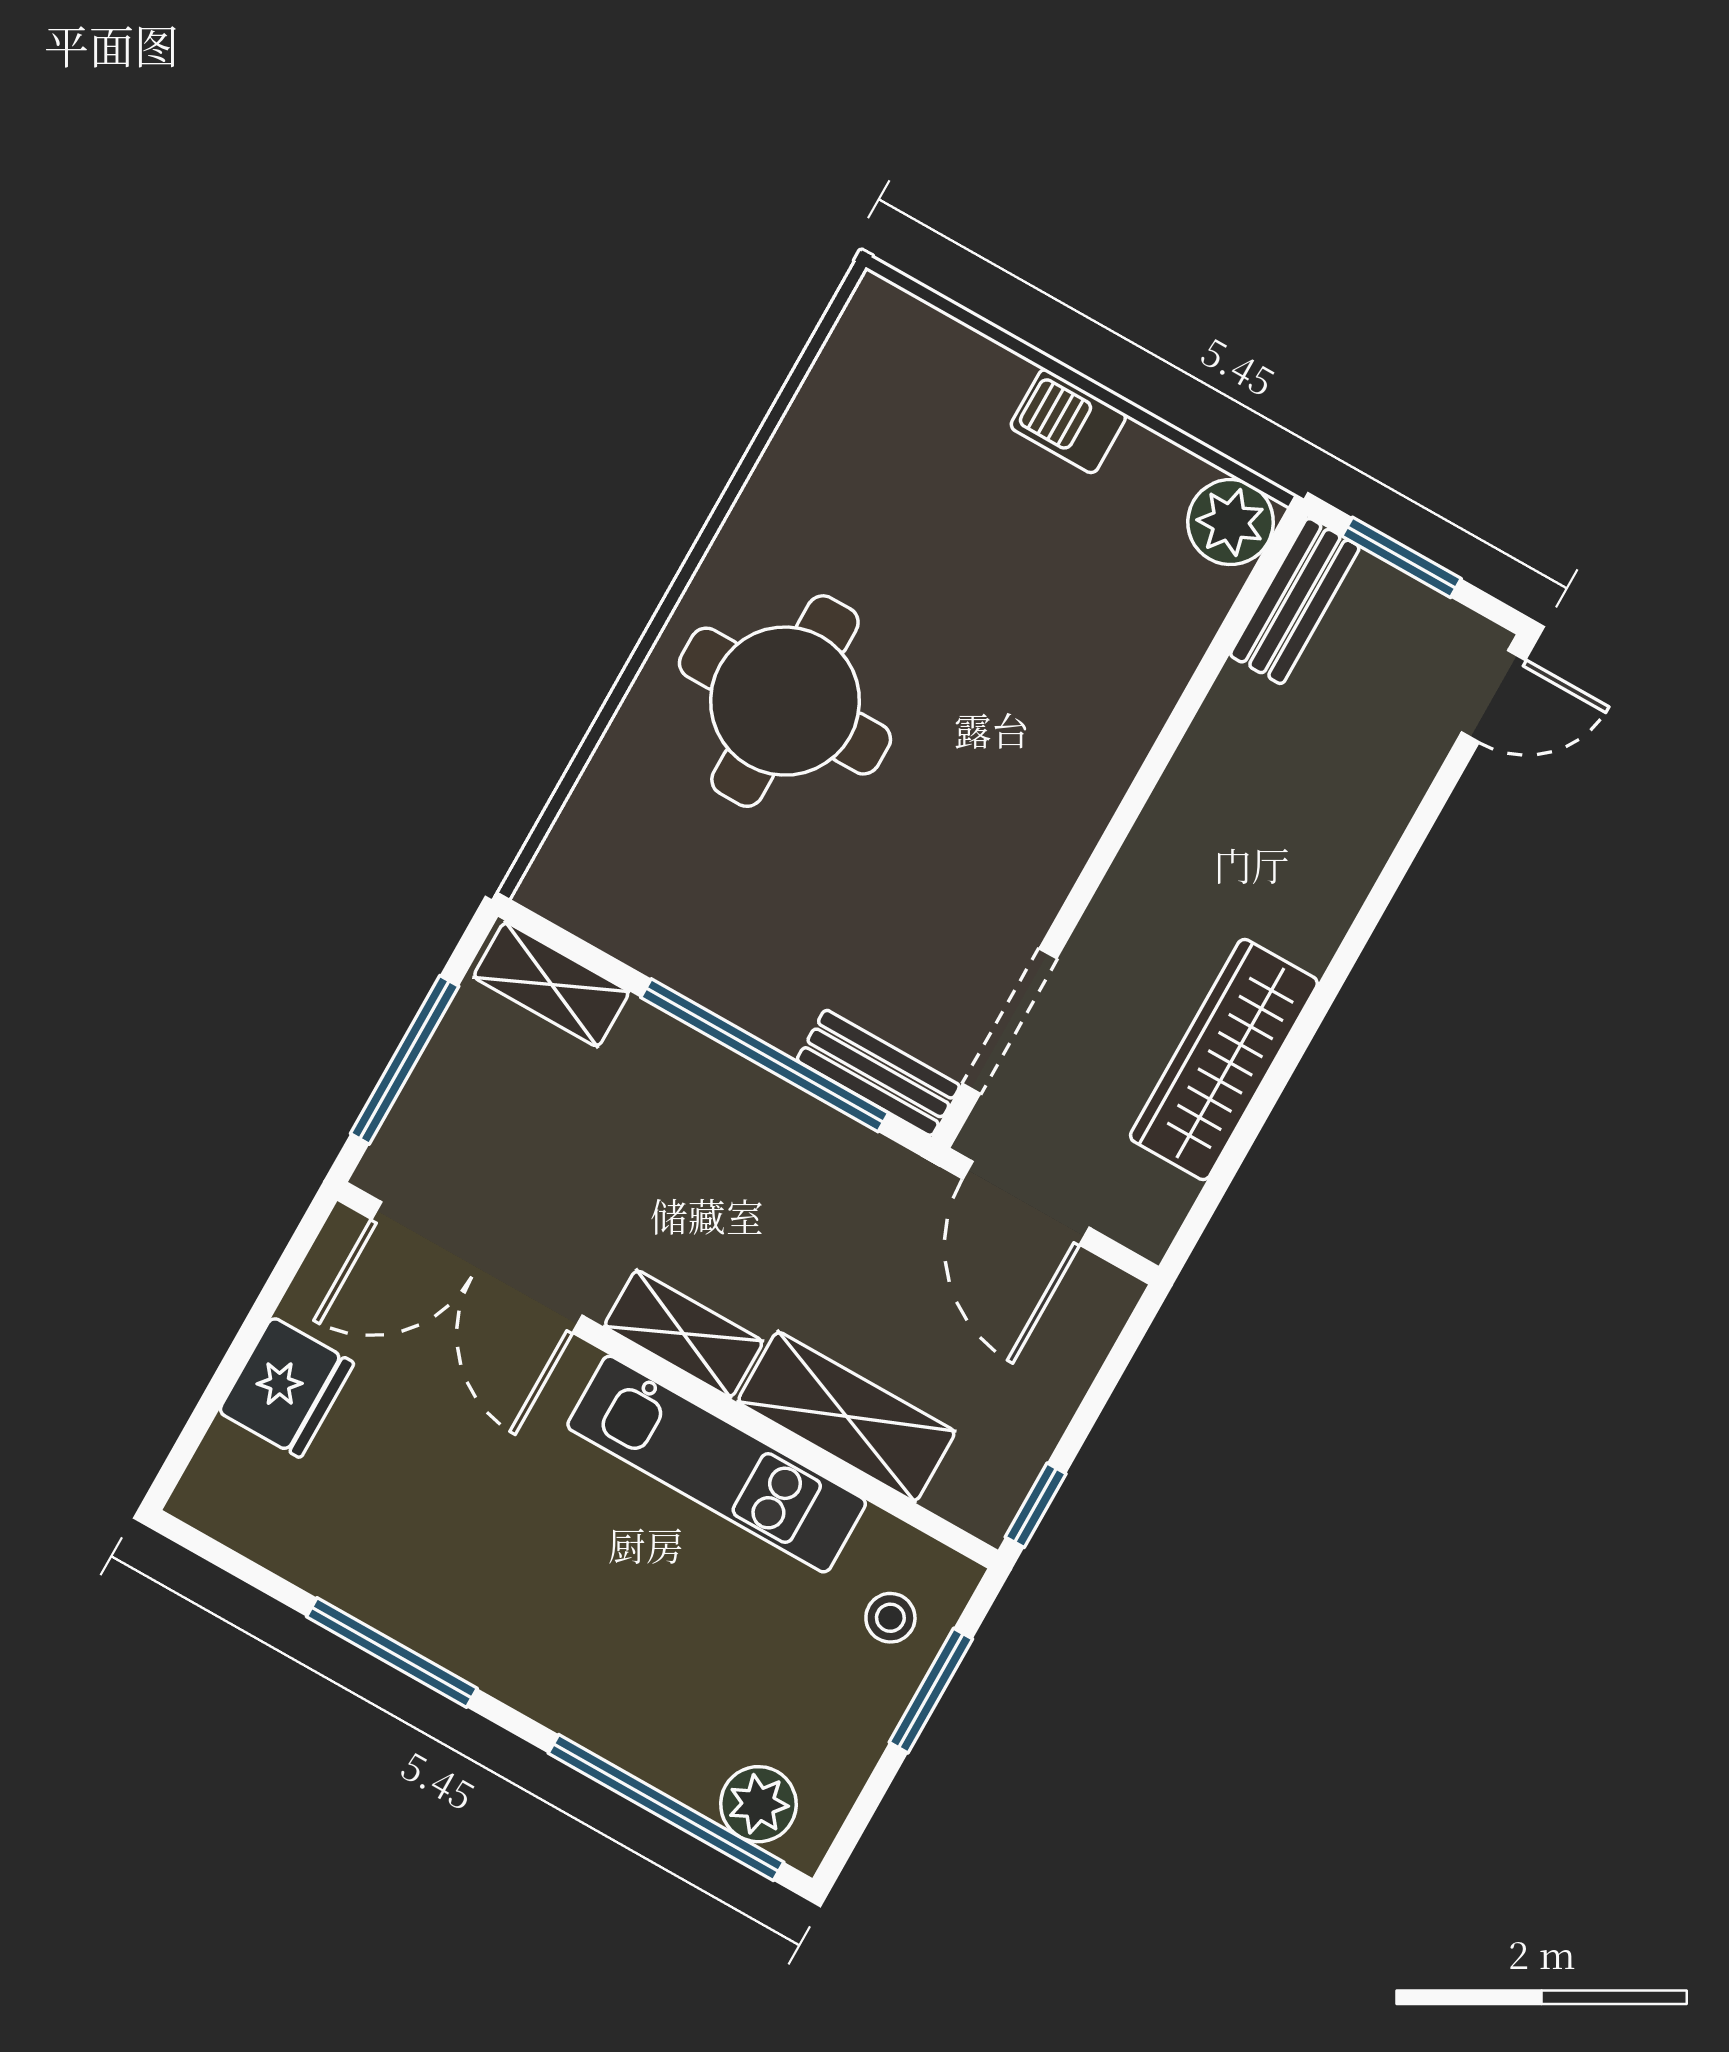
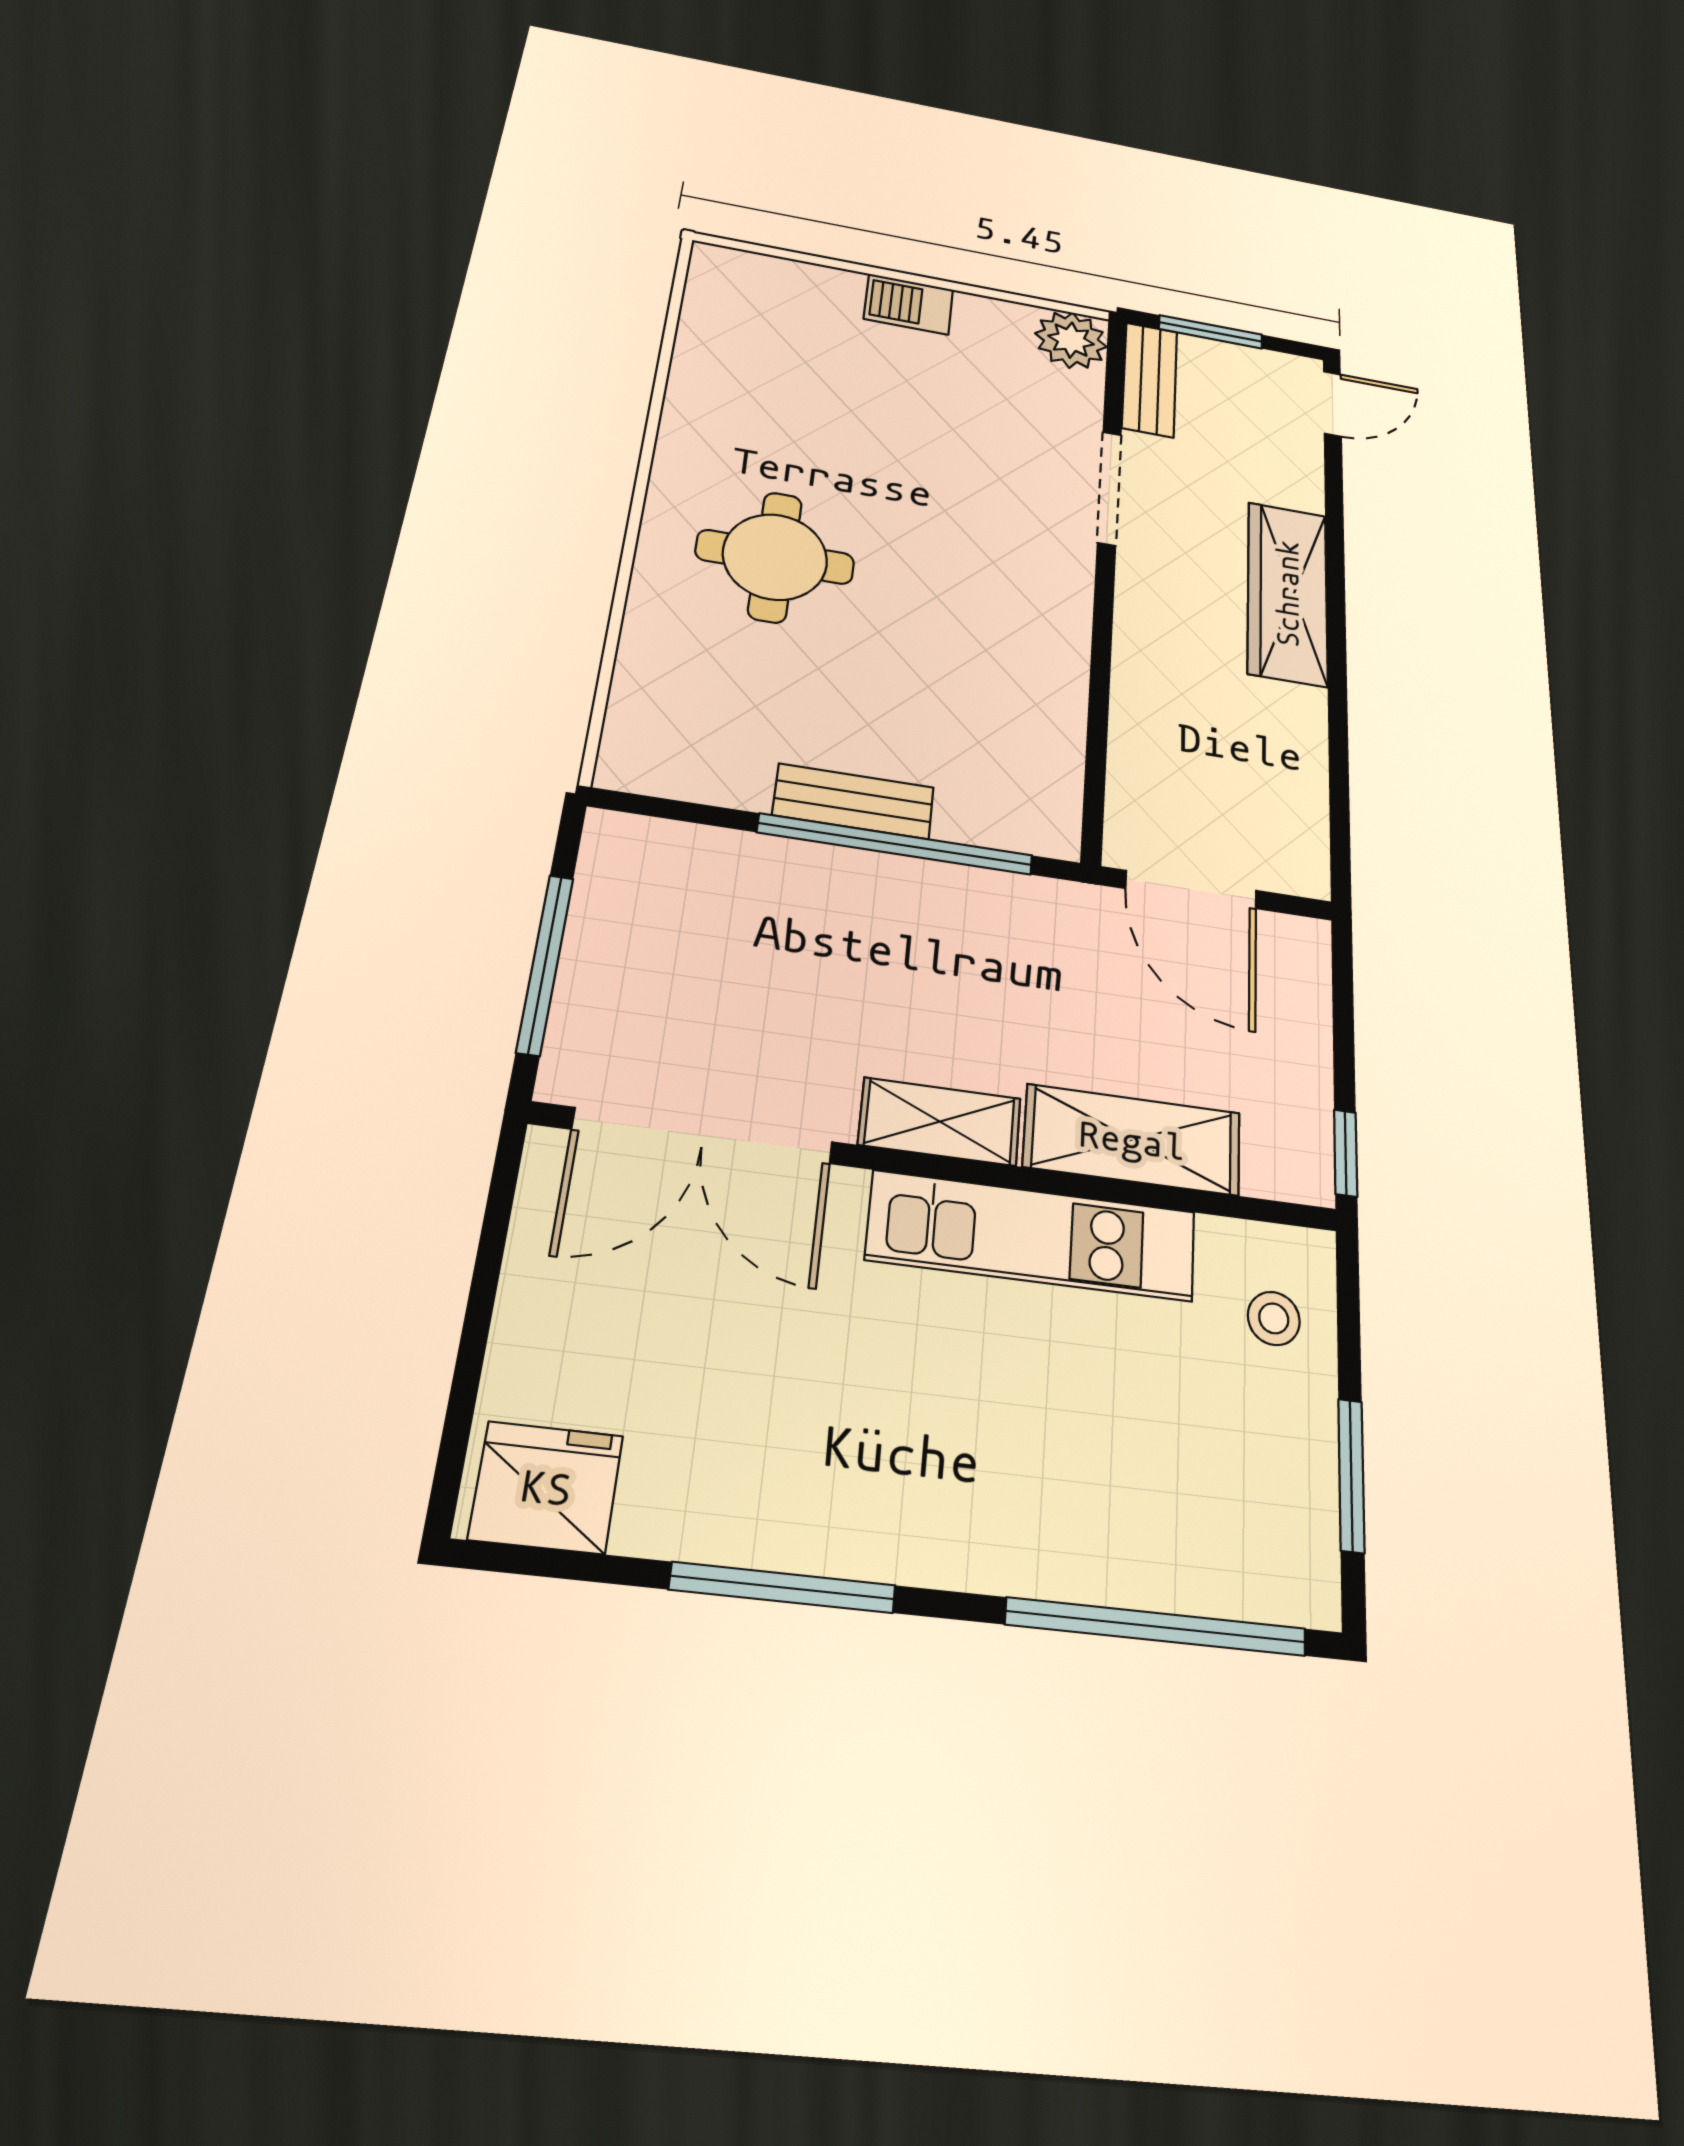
round table: (785, 701) -> (775, 557), width x0.73, depth x0.73
shelving: (551, 984) -> (665, 848), removed
doorway: (1010, 1021) -> (1109, 488), moved
wardrobe: (1224, 1059) -> (1287, 593), moved
bench: (878, 1073) -> (854, 801), moved
fridge: (286, 1387) -> (546, 1487), moved, turned -90
window: (931, 1691) -> (1351, 1475), moved
plant: (758, 1804) -> (1248, 1576), removed

